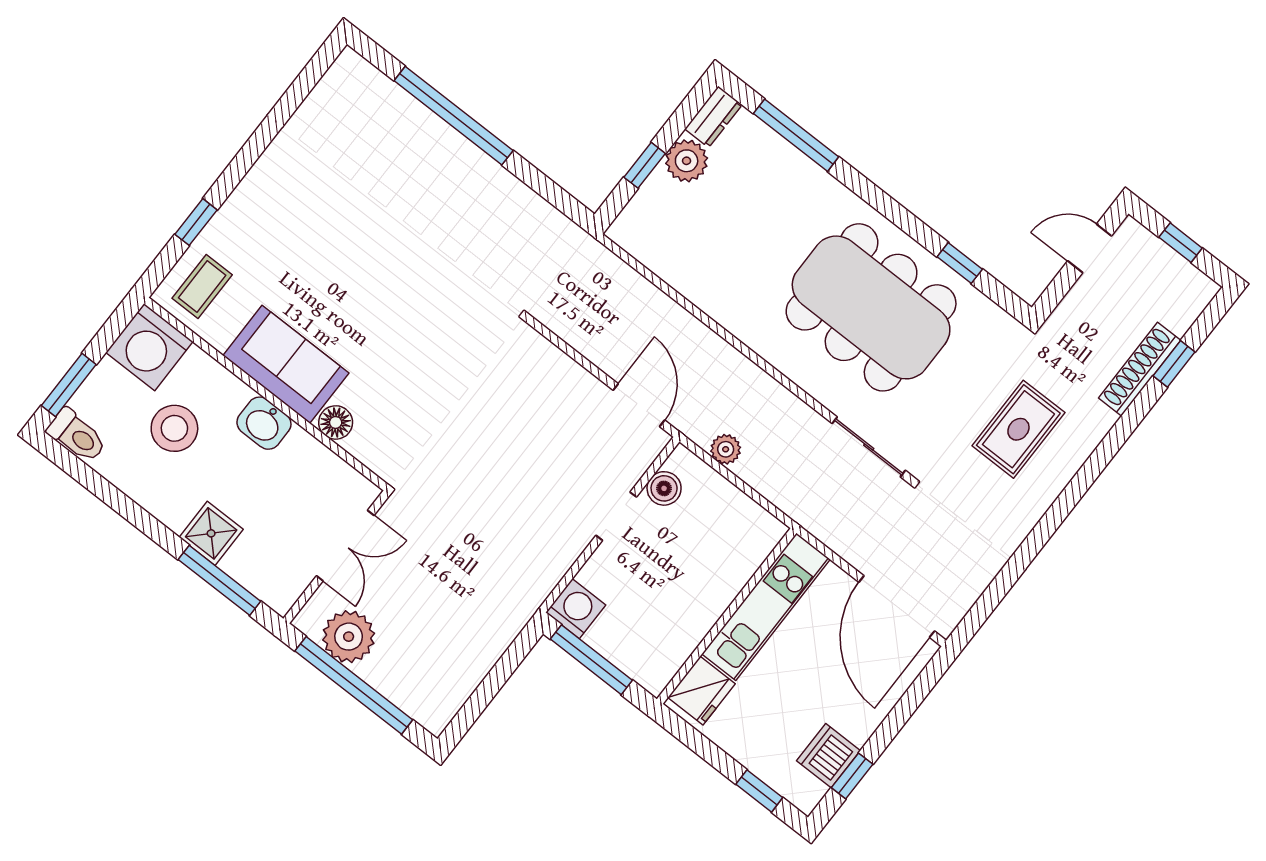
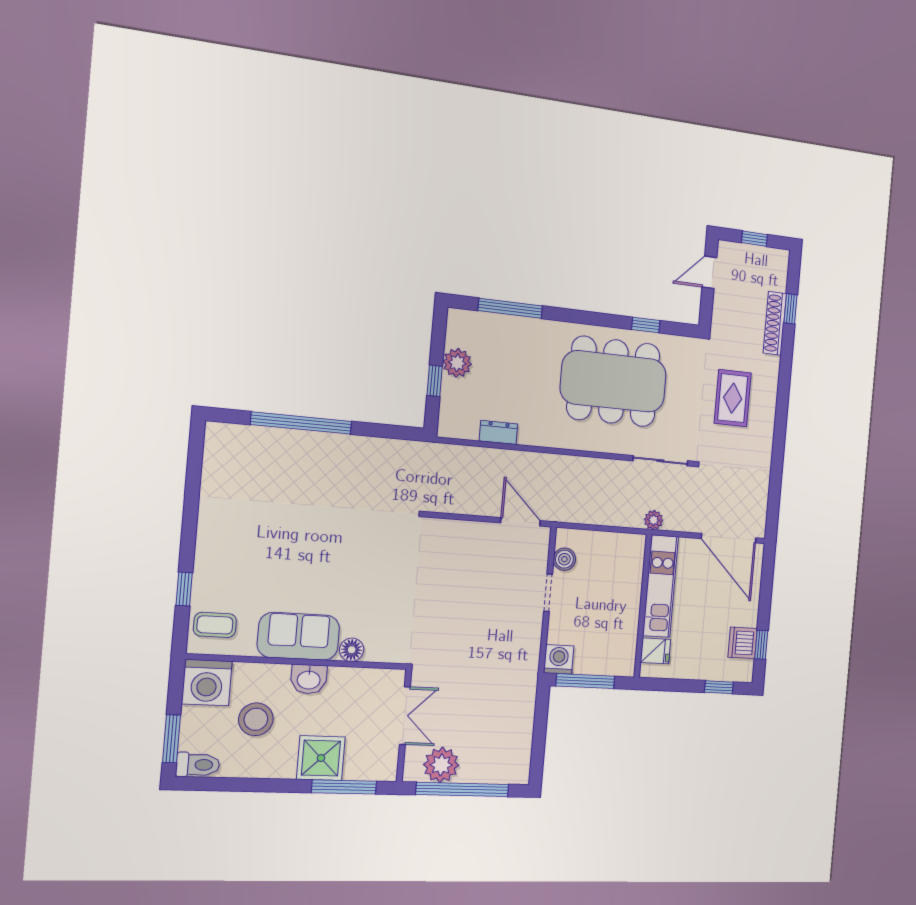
dresser: (714, 117) -> (498, 432), moved, turned -90
coffee table: (202, 287) -> (215, 625), turned 90
plant: (726, 449) -> (654, 520), moved
shower: (211, 533) -> (321, 758), width x1.36, depth x1.36
fridge: (702, 691) -> (655, 651), width x0.72

